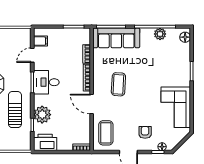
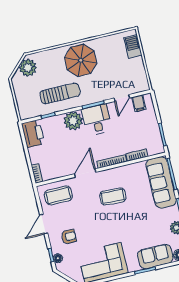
door: (32, 55) -> (122, 98), swing flipped
sofa: (181, 59) -> (155, 256), added
plant: (42, 115) -> (73, 121), moved

